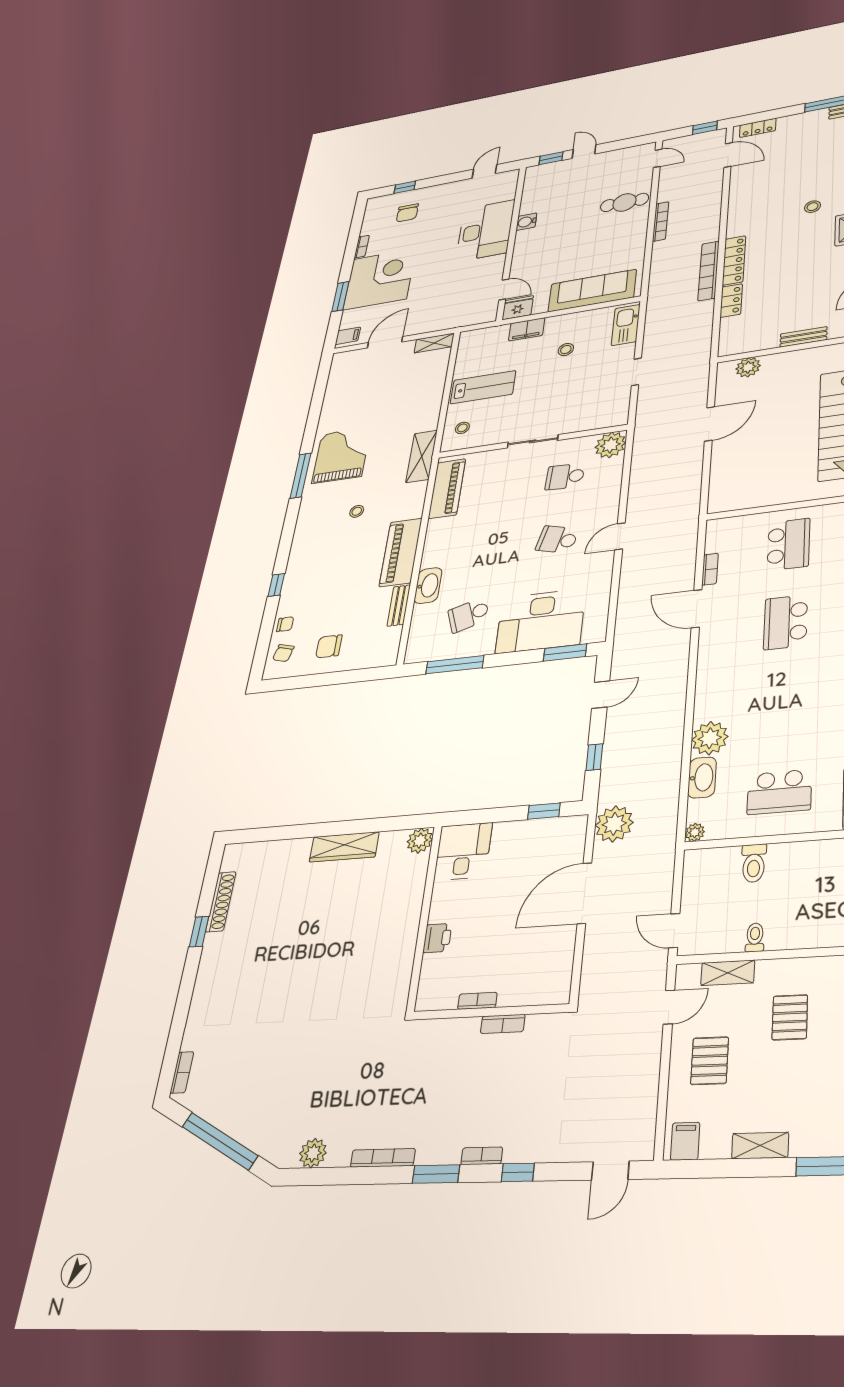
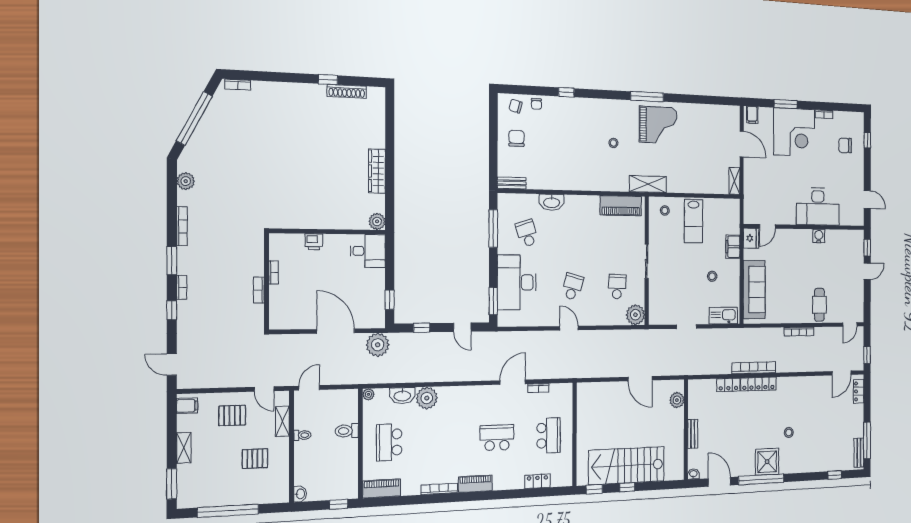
school desk: (788, 544) -> (549, 435), turned -90
piano: (401, 552) -> (578, 179), removed
bench: (399, 605) -> (512, 183), moved

